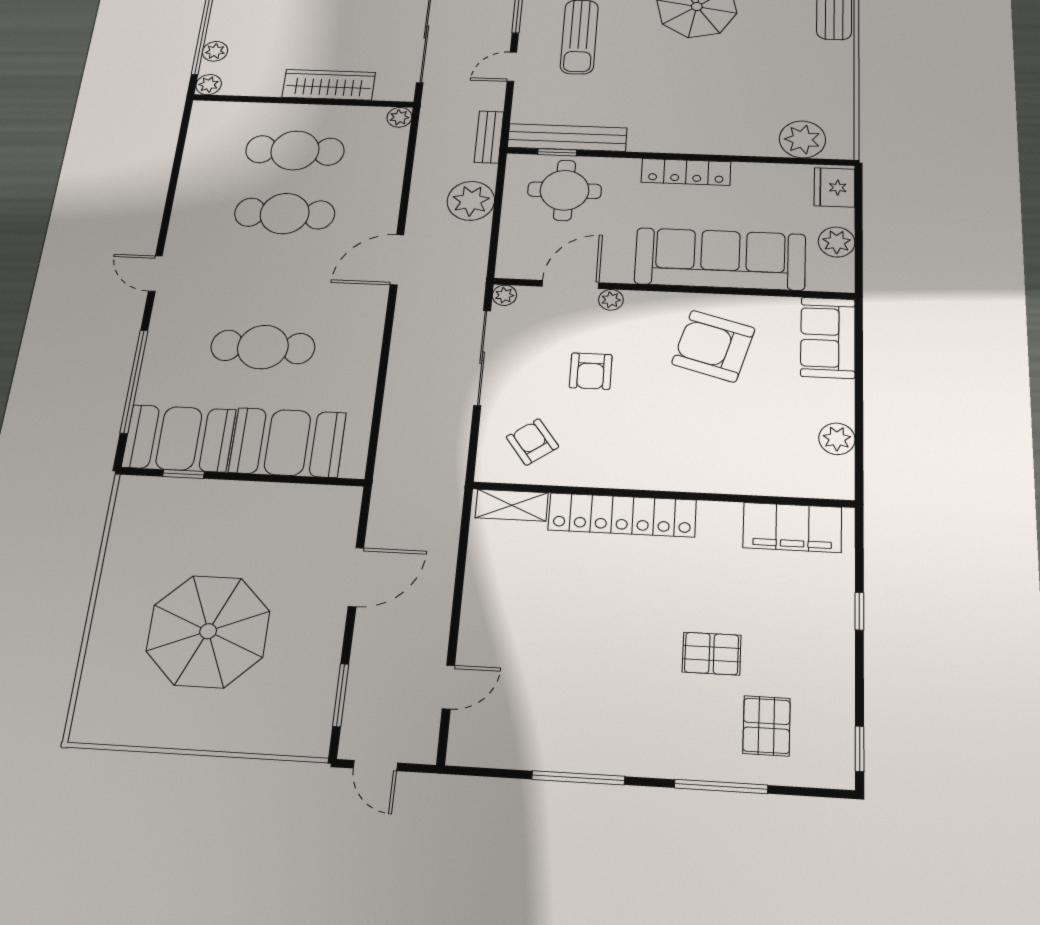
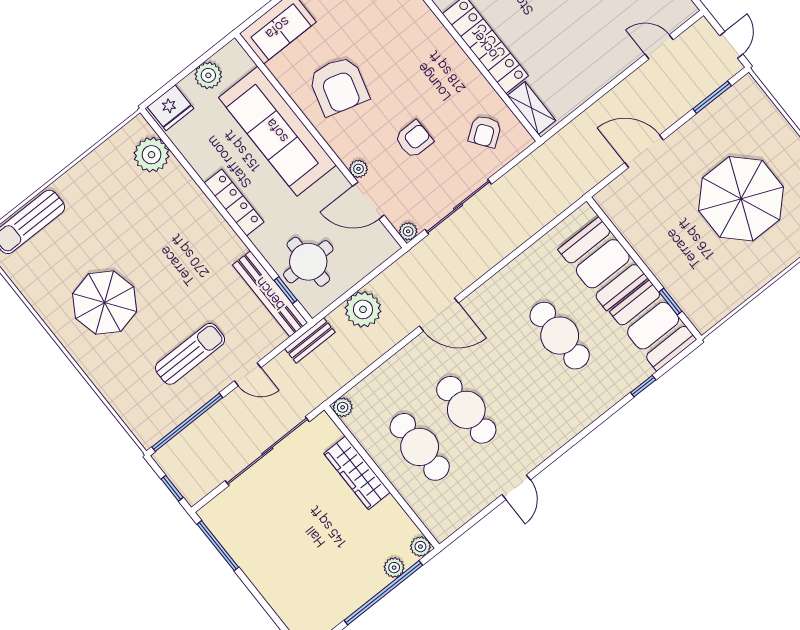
door: (155, 274) -> (516, 487), moved
window: (134, 381) -> (643, 386), width x0.32

